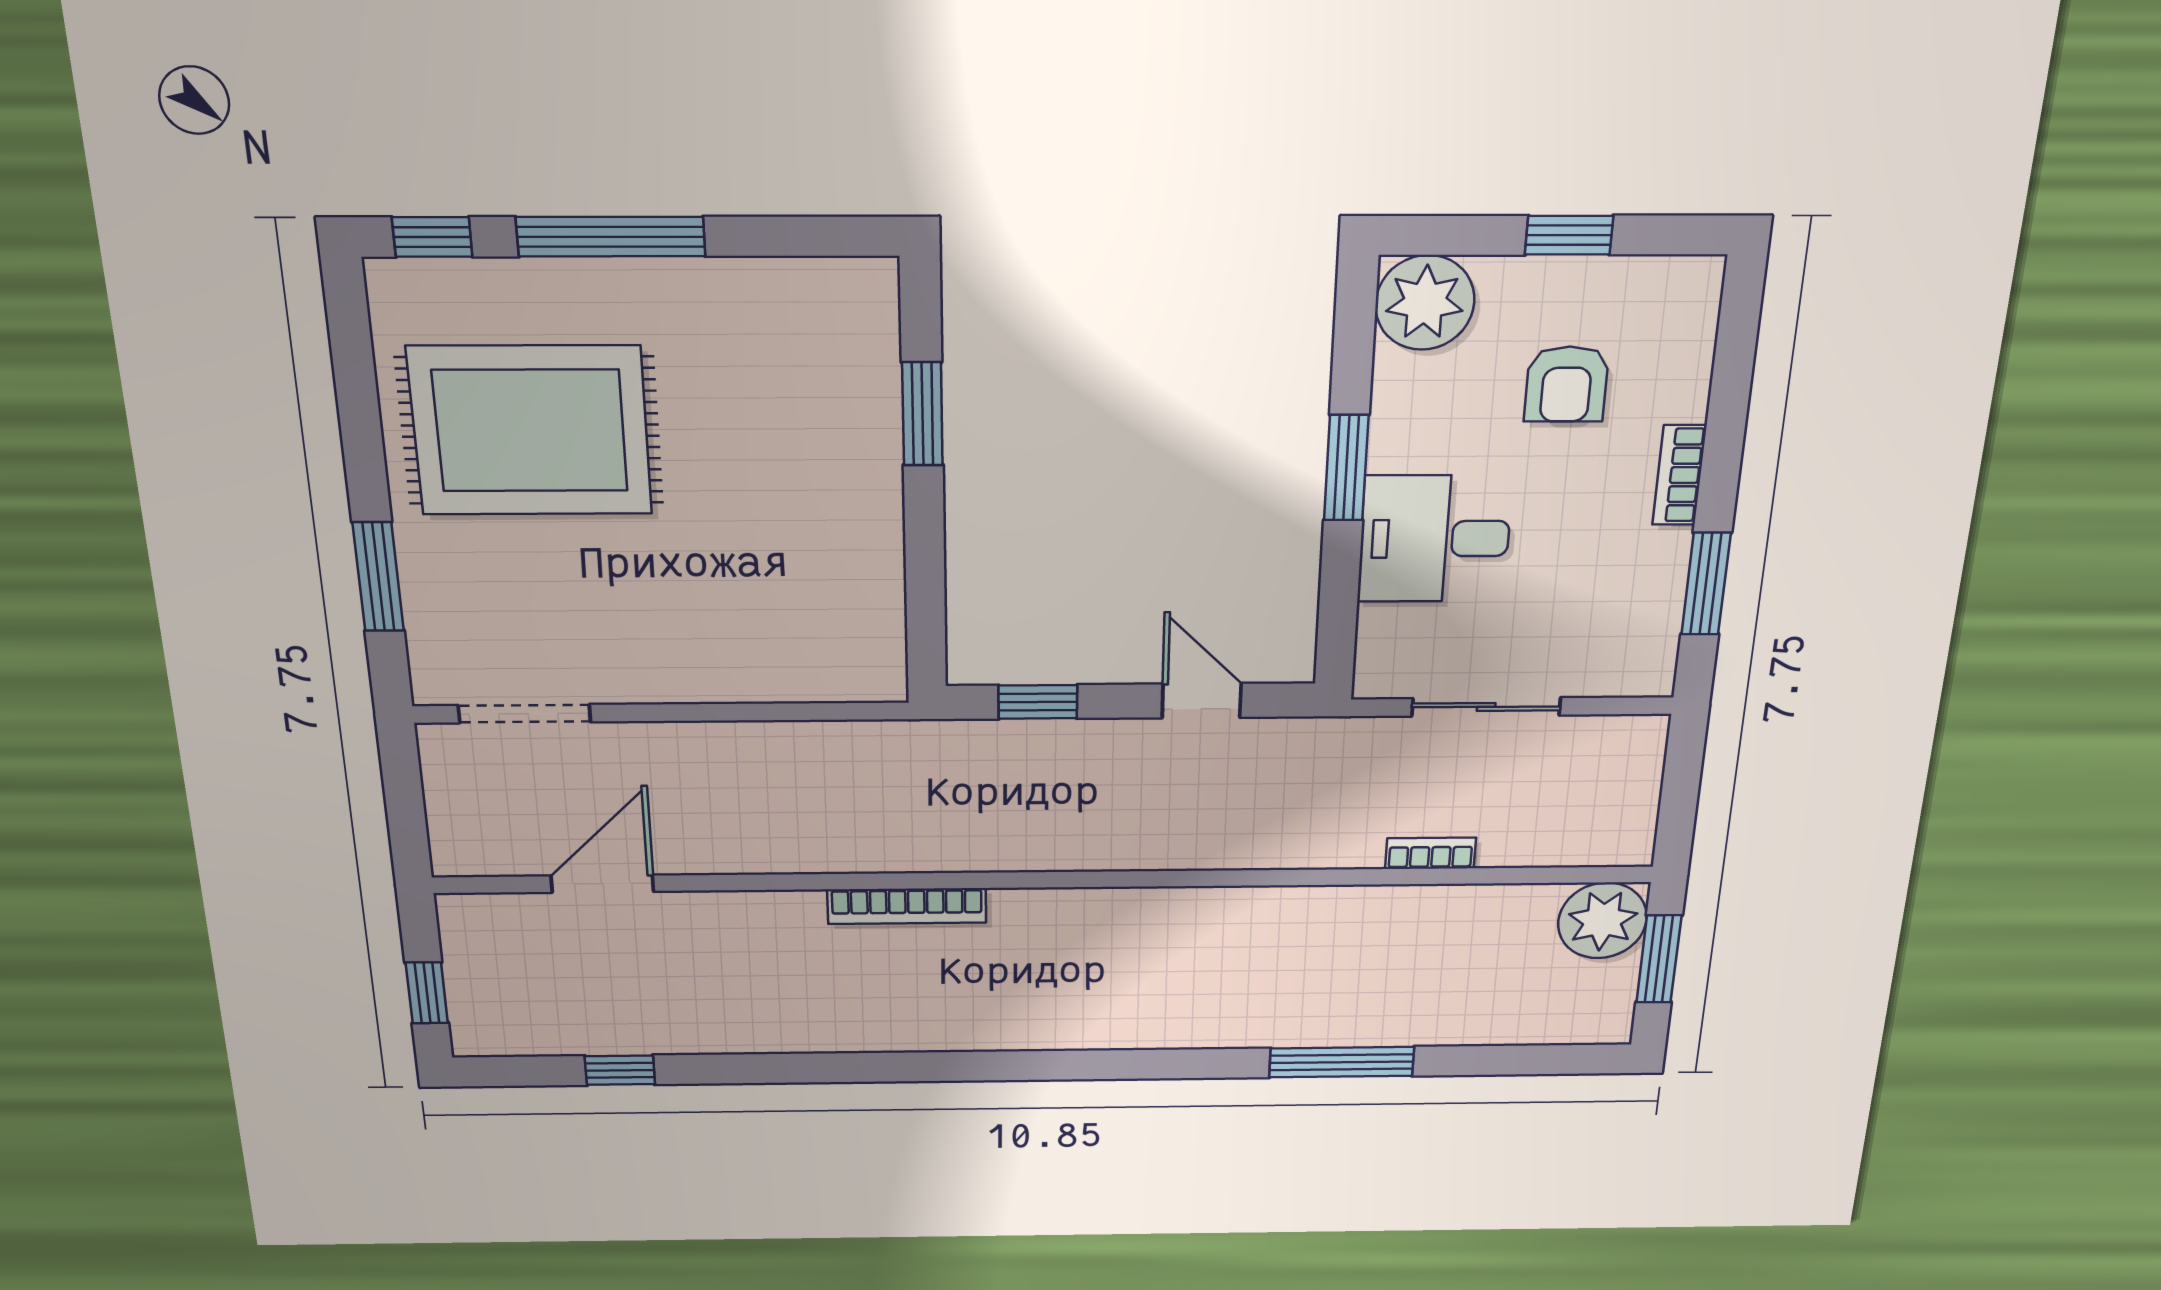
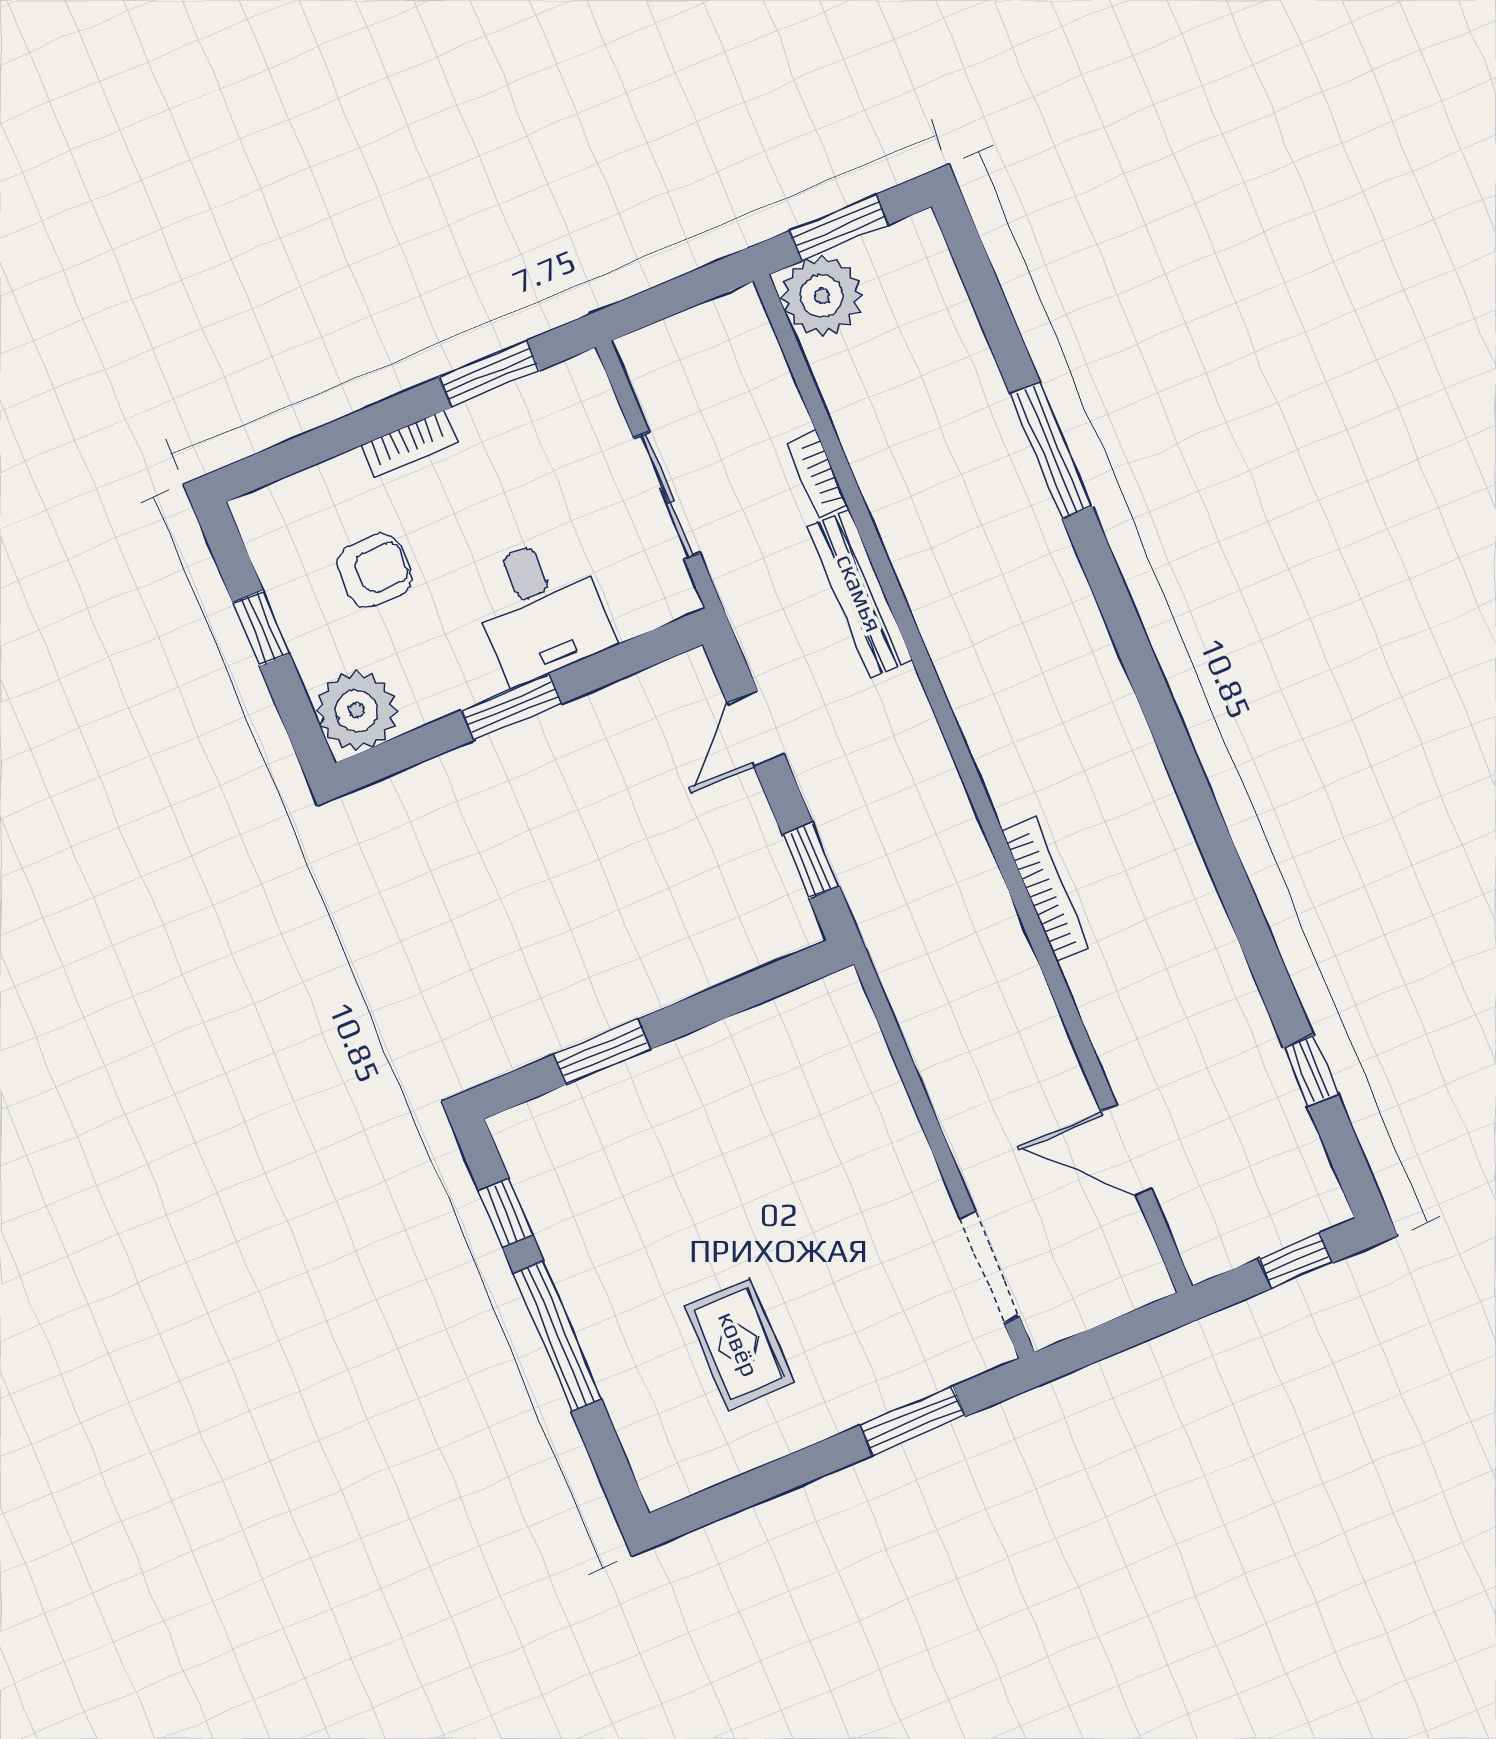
window: (432, 237) -> (506, 1213), moved
rug: (530, 431) -> (739, 1344), width x0.54, depth x0.49
bench: (1291, 848) -> (860, 593), added

